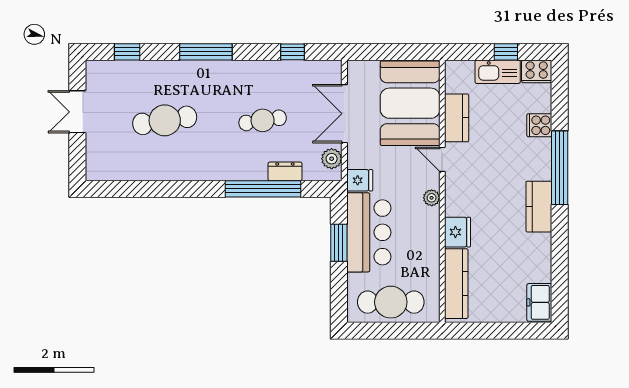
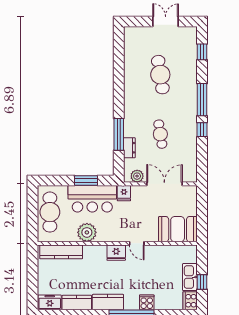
window: (293, 52) -> (202, 130), moved
booth: (410, 103) -> (178, 229), width x0.73, depth x0.70
kitchen counter: (457, 118) -> (77, 302), moved, turned 180
cooker: (539, 125) -> (147, 302), moved
door: (442, 159) -> (137, 243), swing flipped
window: (263, 189) -> (119, 134), width x0.68
plant: (432, 198) -> (87, 232), moved, width x1.87, depth x1.87
fridge: (458, 232) -> (116, 253), moved

